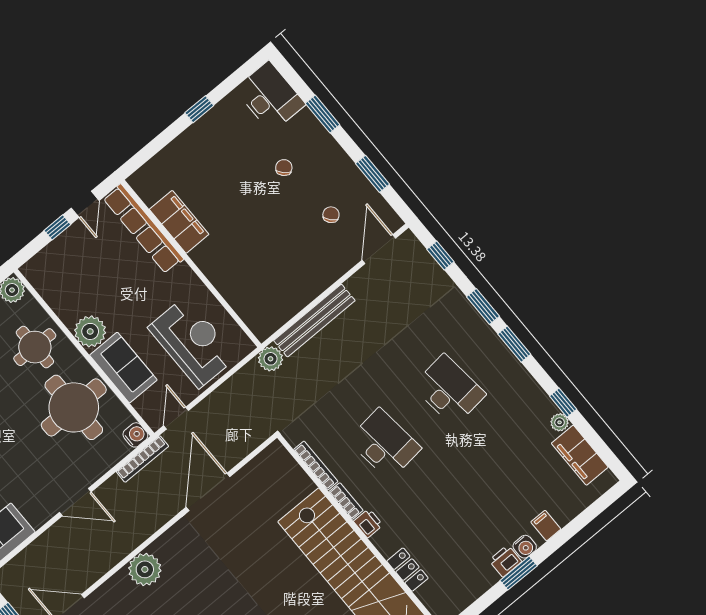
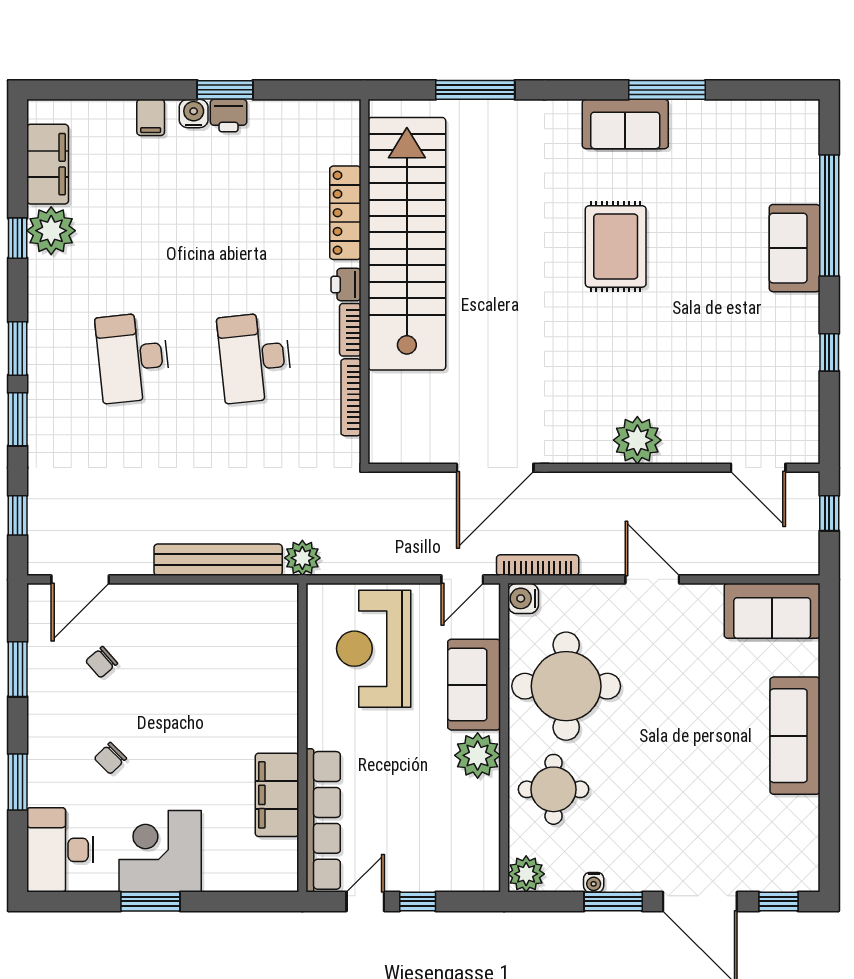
window: (199, 109) -> (150, 901), width x1.50
corner desk: (216, 140) -> (160, 851), added
plant: (560, 422) -> (51, 231), width x1.88, depth x1.88
locker: (407, 570) -> (345, 213), width x1.53

